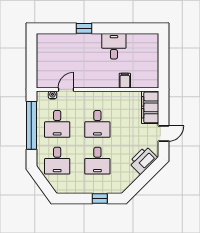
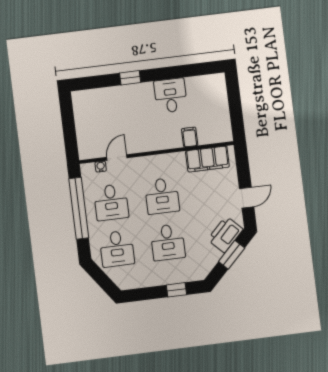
filing cabinet: (150, 107) -> (207, 159), moved, turned -90
window: (146, 177) -> (232, 255), added

